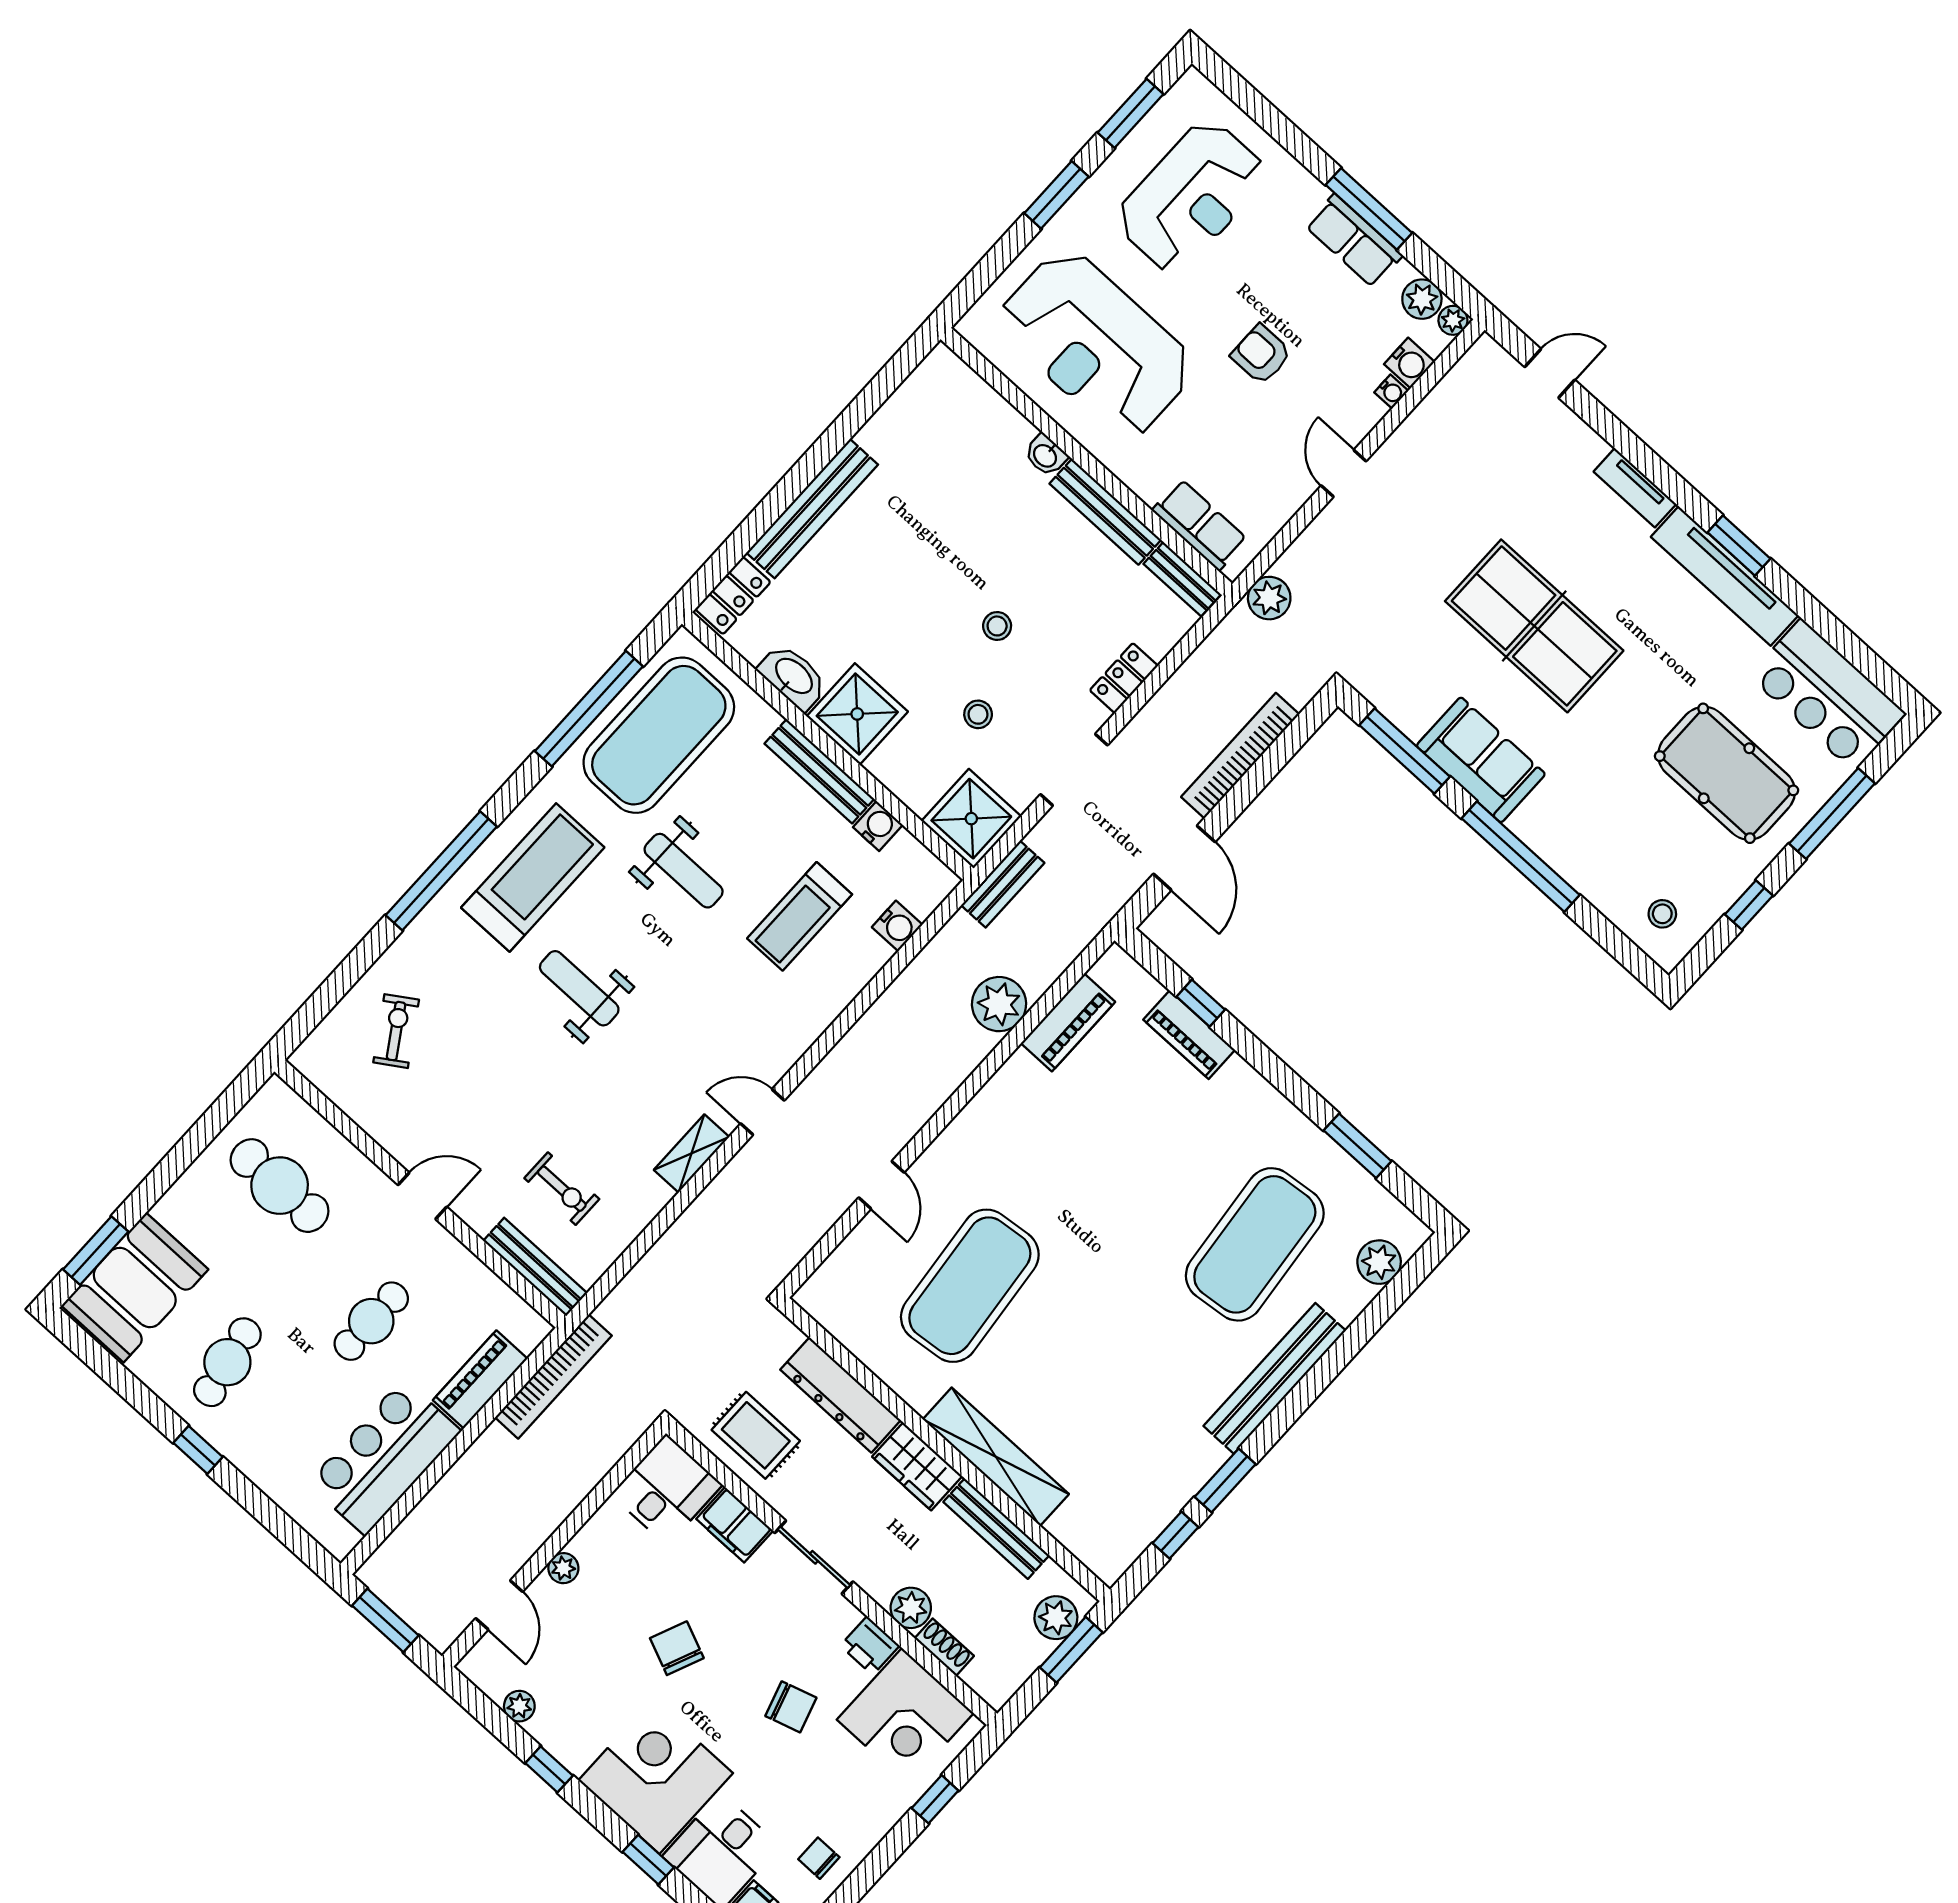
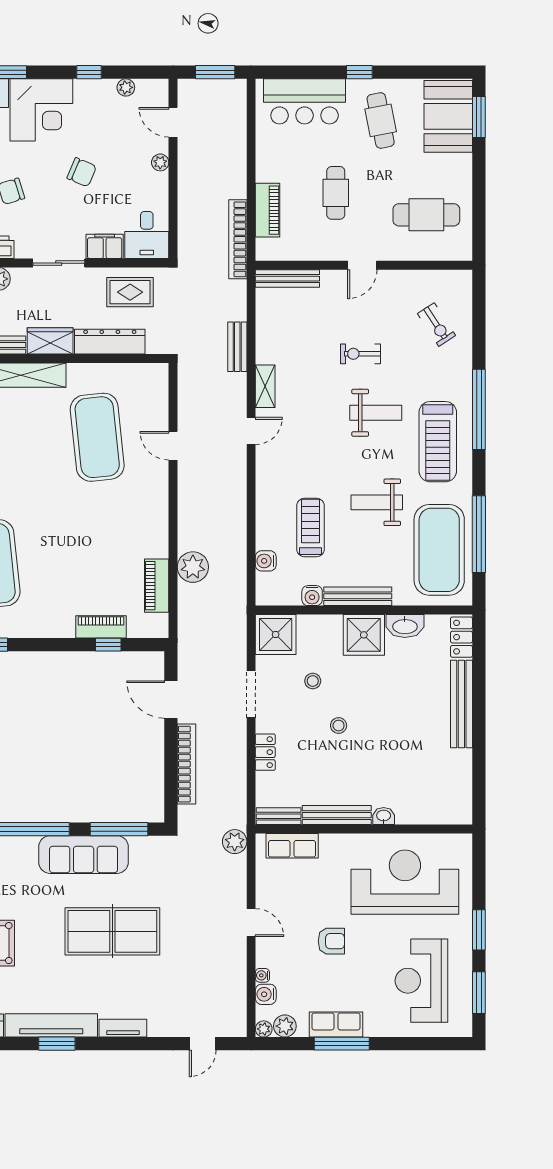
sofa: (1481, 760) -> (84, 855), width x1.36
bench: (1003, 884) -> (237, 347), moved
exercise bike: (562, 1189) -> (360, 354), moved
bar counter: (384, 1457) -> (305, 101), moved, turned 90

